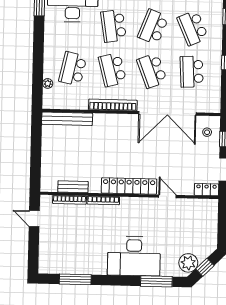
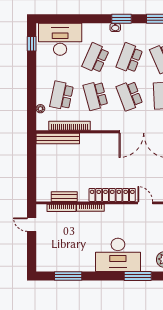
school desk: (113, 26) -> (96, 58), turned 33
bookcase: (113, 105) -> (69, 126), moved

